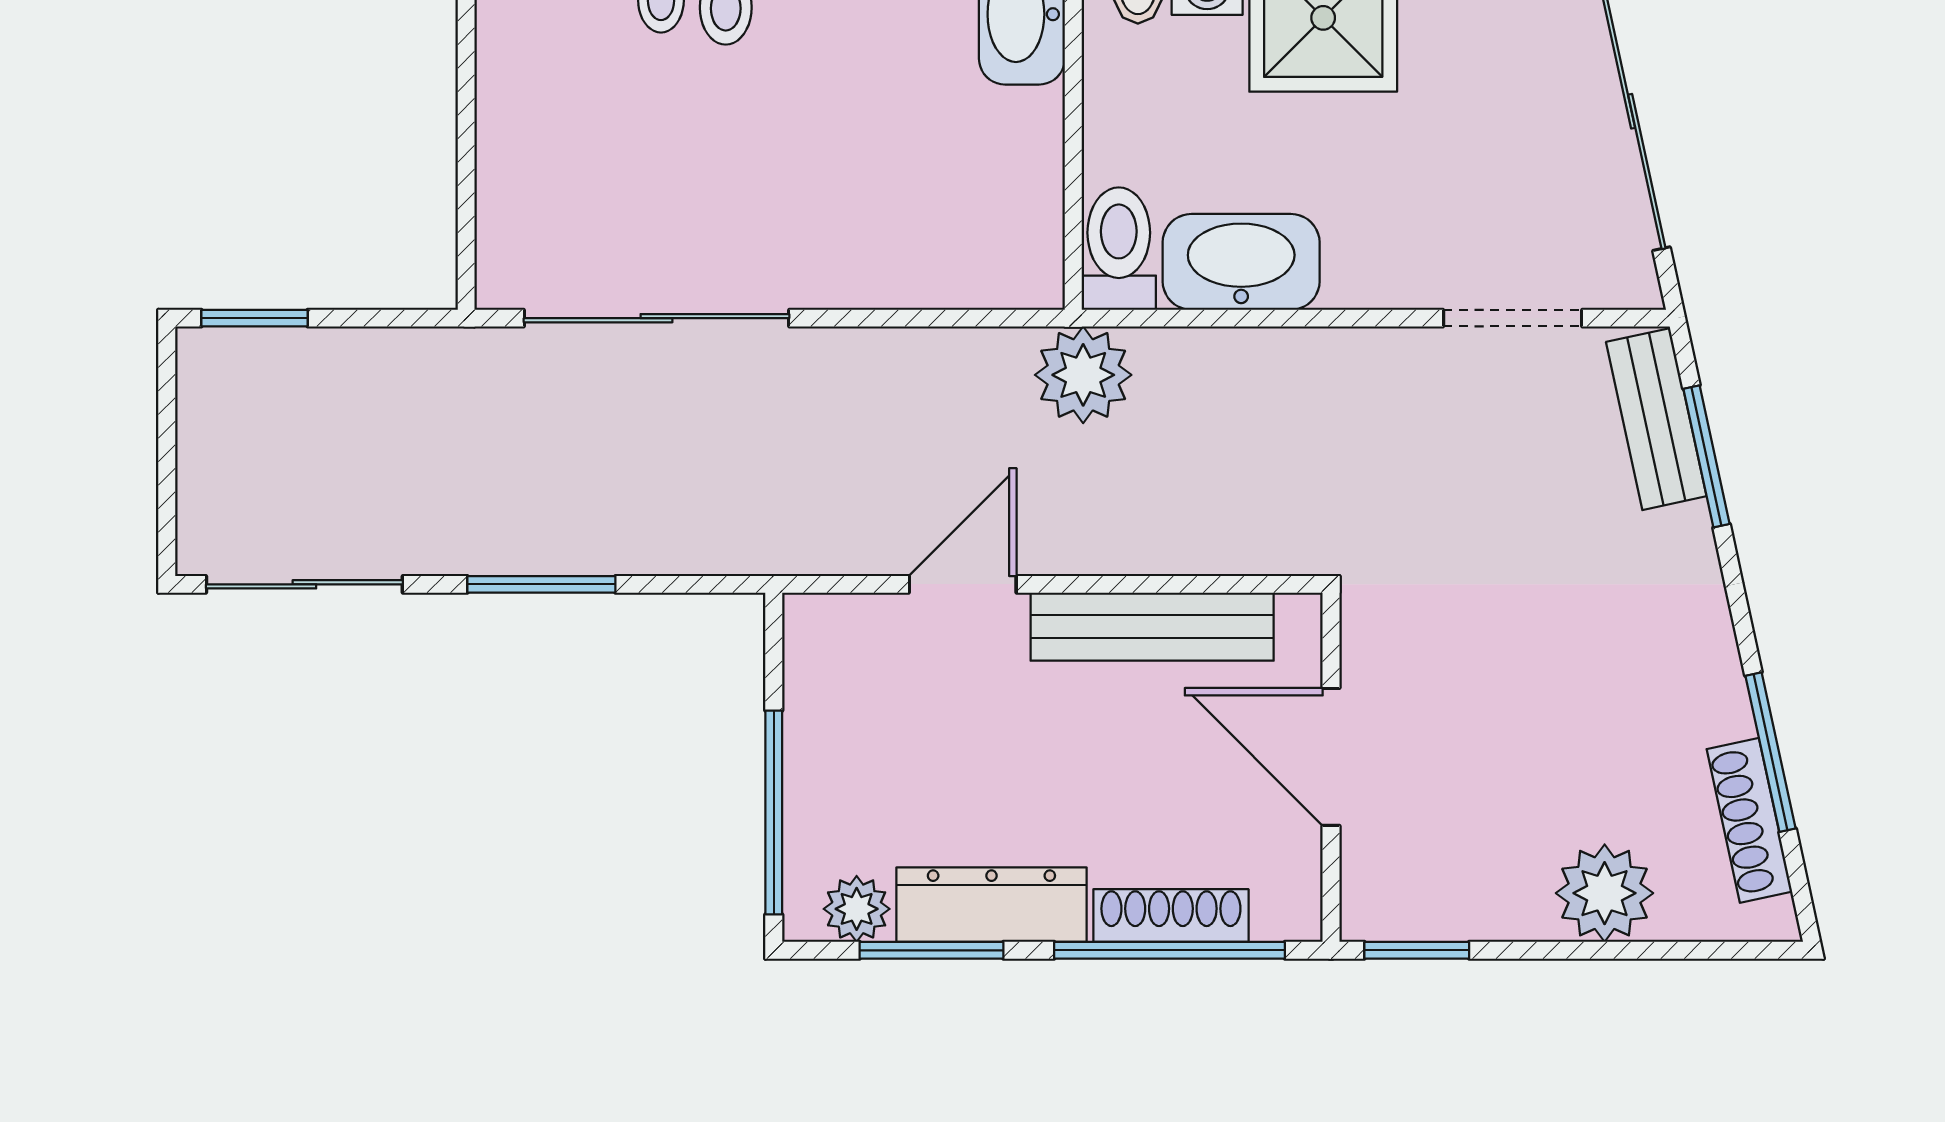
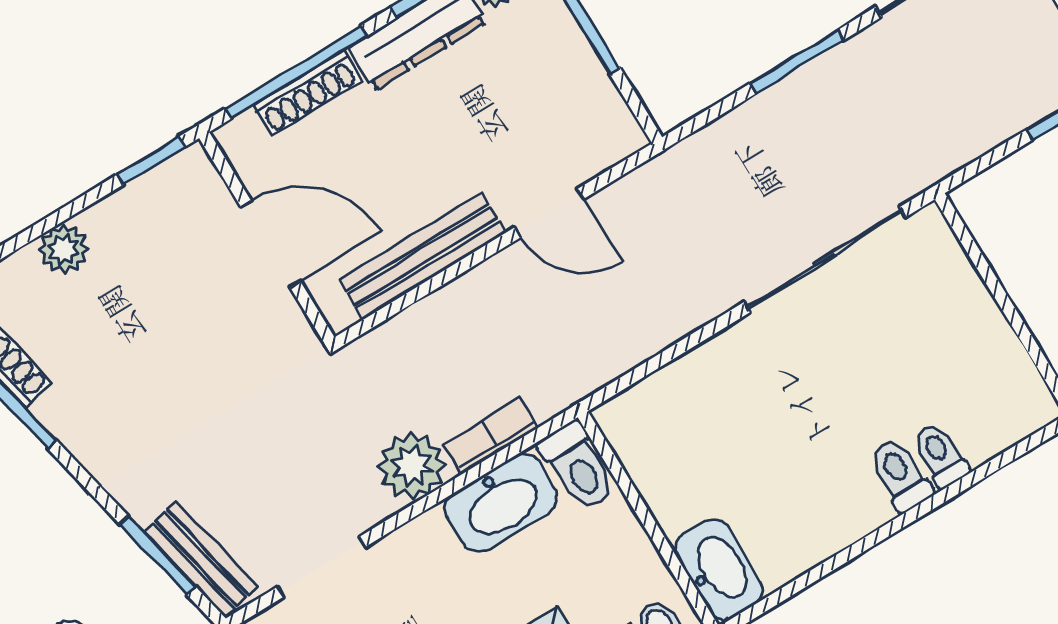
bookcase: (1204, 353) -> (491, 436), added
plant: (1083, 375) -> (412, 466), moved
door: (963, 584) -> (549, 213), hinge flipped
plant: (1605, 893) -> (64, 249), width x0.73, depth x0.73

